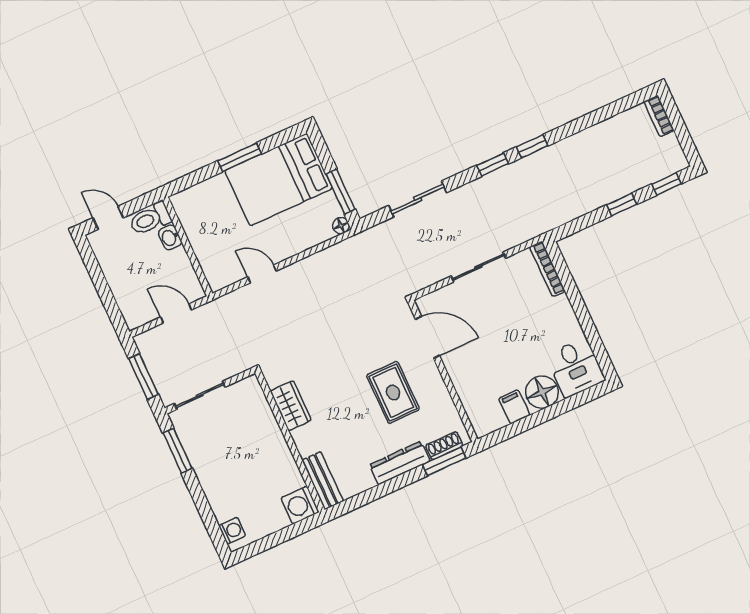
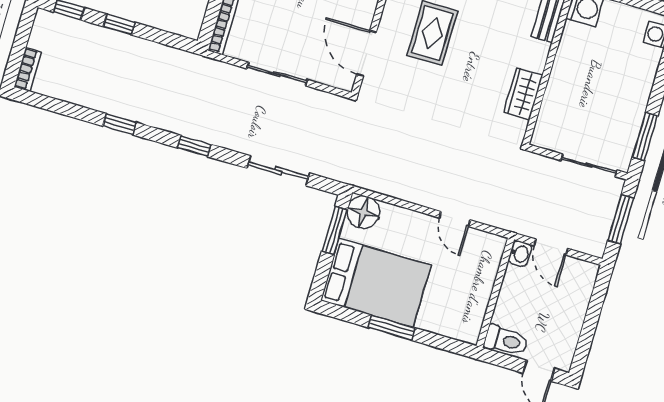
window: (532, 146) -> (119, 124), moved
floor lamp: (341, 226) -> (363, 212), width x1.89, depth x1.89
washbasin: (170, 237) -> (520, 254), moved

